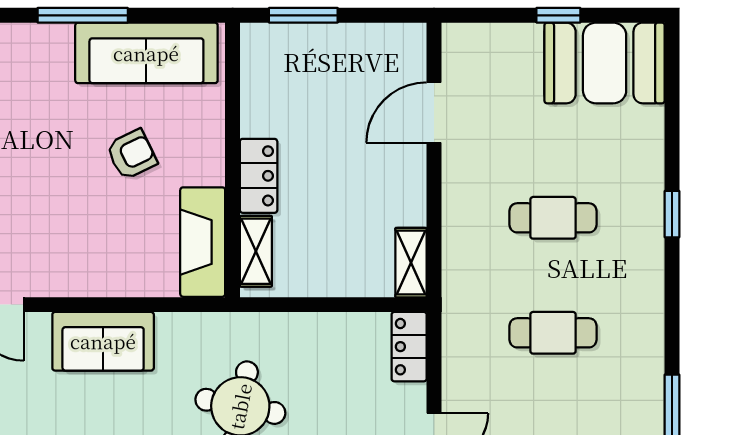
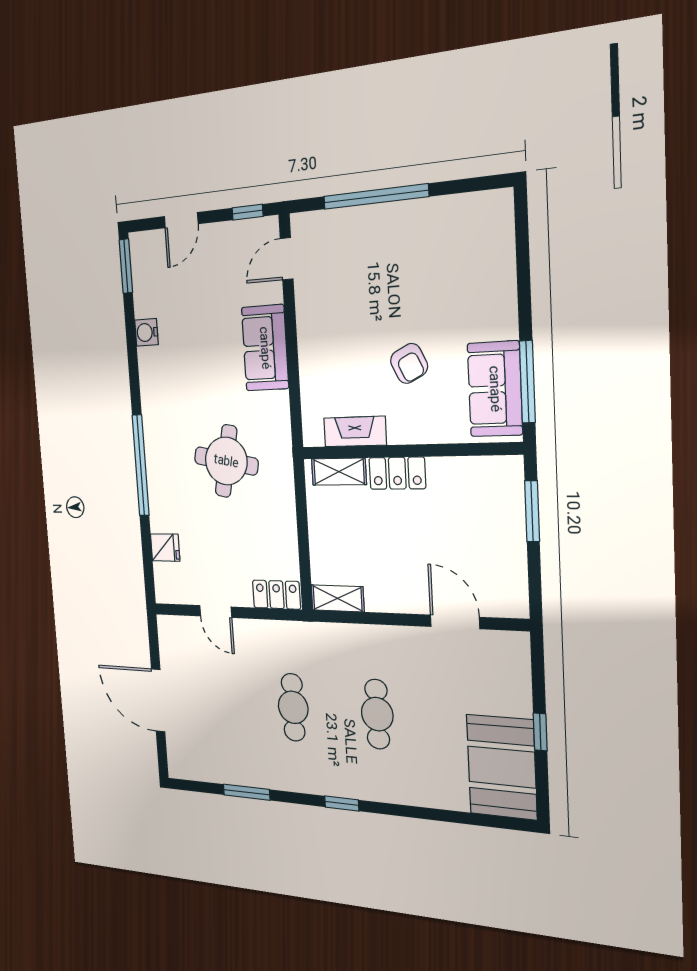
window: (83, 15) -> (527, 382), moved
sofa: (146, 53) -> (495, 389), width x0.73
window: (672, 214) -> (342, 803), moved
fireplace: (203, 242) -> (355, 431), width x0.73, depth x0.76

